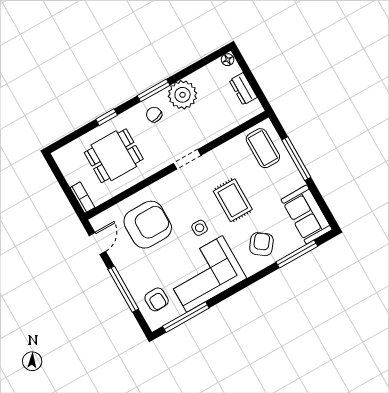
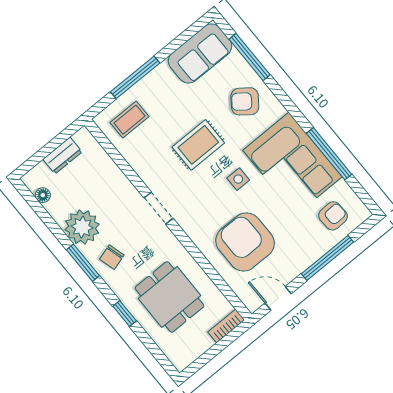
floor lamp: (228, 60) -> (43, 195), moved
coffee table: (263, 148) -> (129, 120), width x0.73, depth x0.77
window: (186, 317) -> (329, 154), moved

